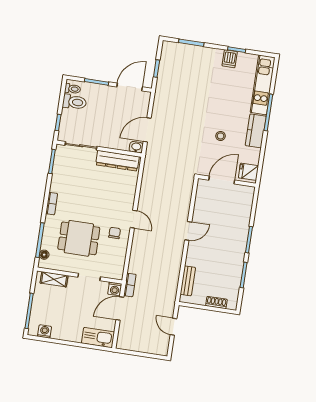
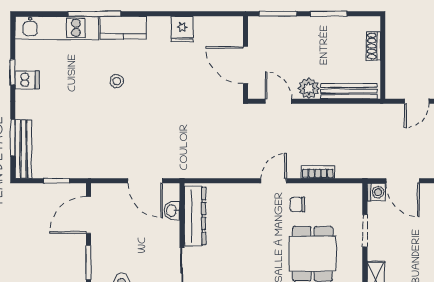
bench: (182, 49) -> (23, 149), added
door: (130, 87) -> (88, 215), hinge flipped
stool: (221, 136) -> (117, 81), moved
washbasin: (136, 147) -> (172, 211), moved
door: (222, 180) -> (246, 65), moved
wall: (227, 181) -> (246, 58), moved
plant: (194, 253) -> (309, 88), added
bench: (188, 281) -> (349, 91), width x1.36
bookcase: (130, 285) -> (318, 172), moved

